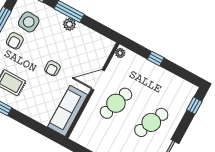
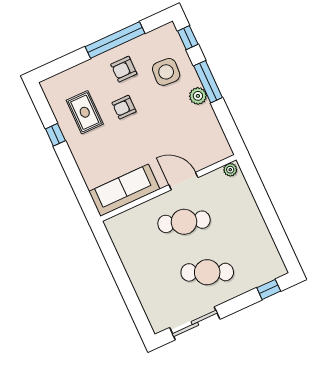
side table: (29, 22) -> (166, 72), moved
window: (156, 59) -> (265, 205), removed
armchair: (52, 68) -> (124, 107), moved

